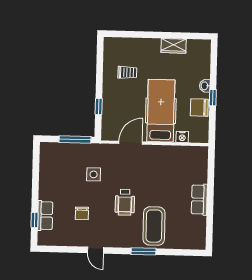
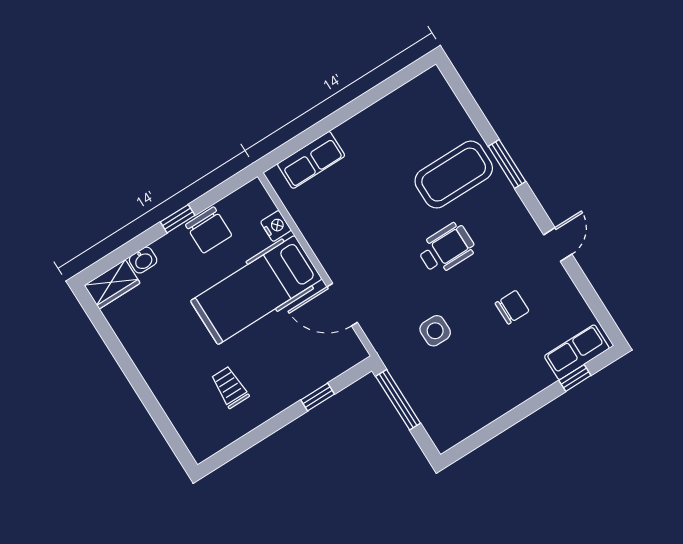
wardrobe: (174, 46) -> (112, 284), moved, turned 90
washbasin: (205, 86) -> (143, 260), moved
row of seats: (199, 200) -> (311, 160), moved
row of seats: (45, 216) -> (577, 352), moved

